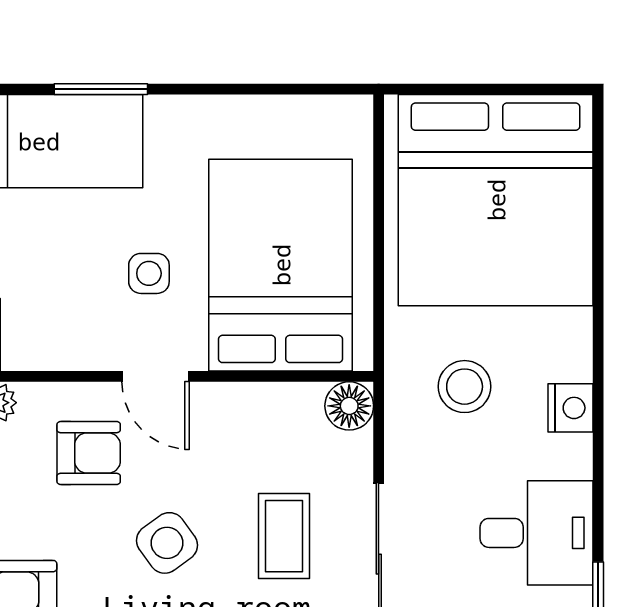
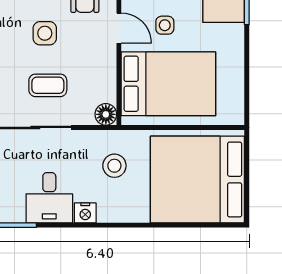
door: (156, 376) -> (119, 28), swing flipped
nightstand: (570, 408) -> (85, 213), moved
side table: (167, 543) -> (45, 33), turned 36

